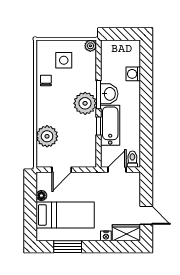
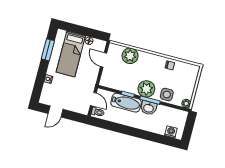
side table: (64, 60) -> (167, 95), moved
washing machine: (133, 74) -> (171, 132), moved
wardrobe: (126, 233) -> (47, 94), removed

